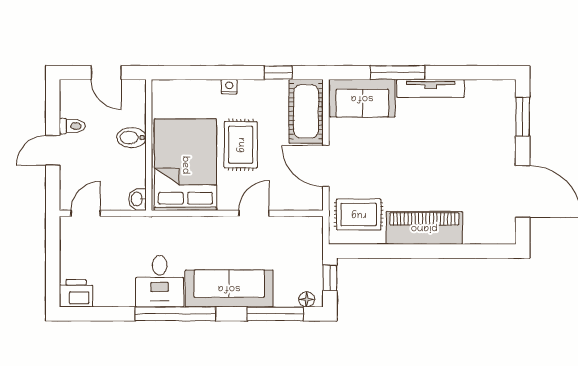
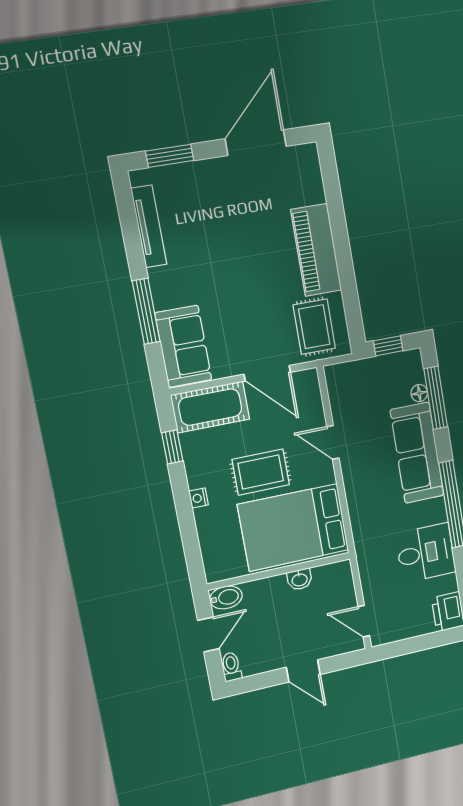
tv unit: (431, 88) -> (149, 226), moved
toilet: (72, 126) -> (231, 667), moved
bidet: (131, 138) -> (226, 597), moved, turned -90
door: (326, 166) -> (267, 373), hinge flipped
washbasin: (137, 199) -> (300, 579), moved
desk: (160, 281) -> (426, 553), moved
floor lamp: (307, 299) -> (419, 393), moved

